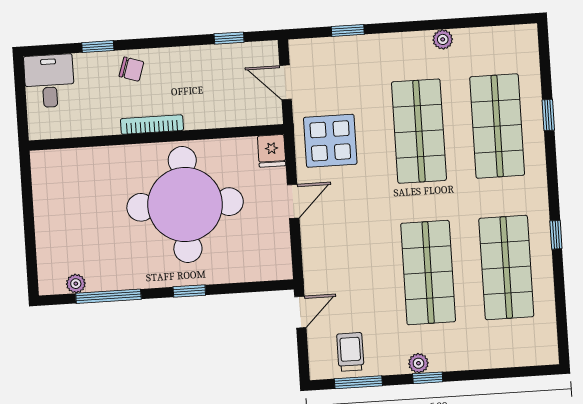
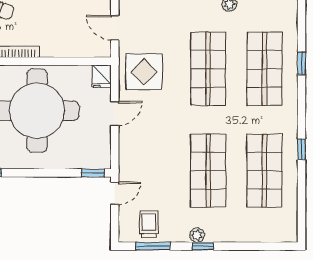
window: (189, 291) -> (93, 173), moved

